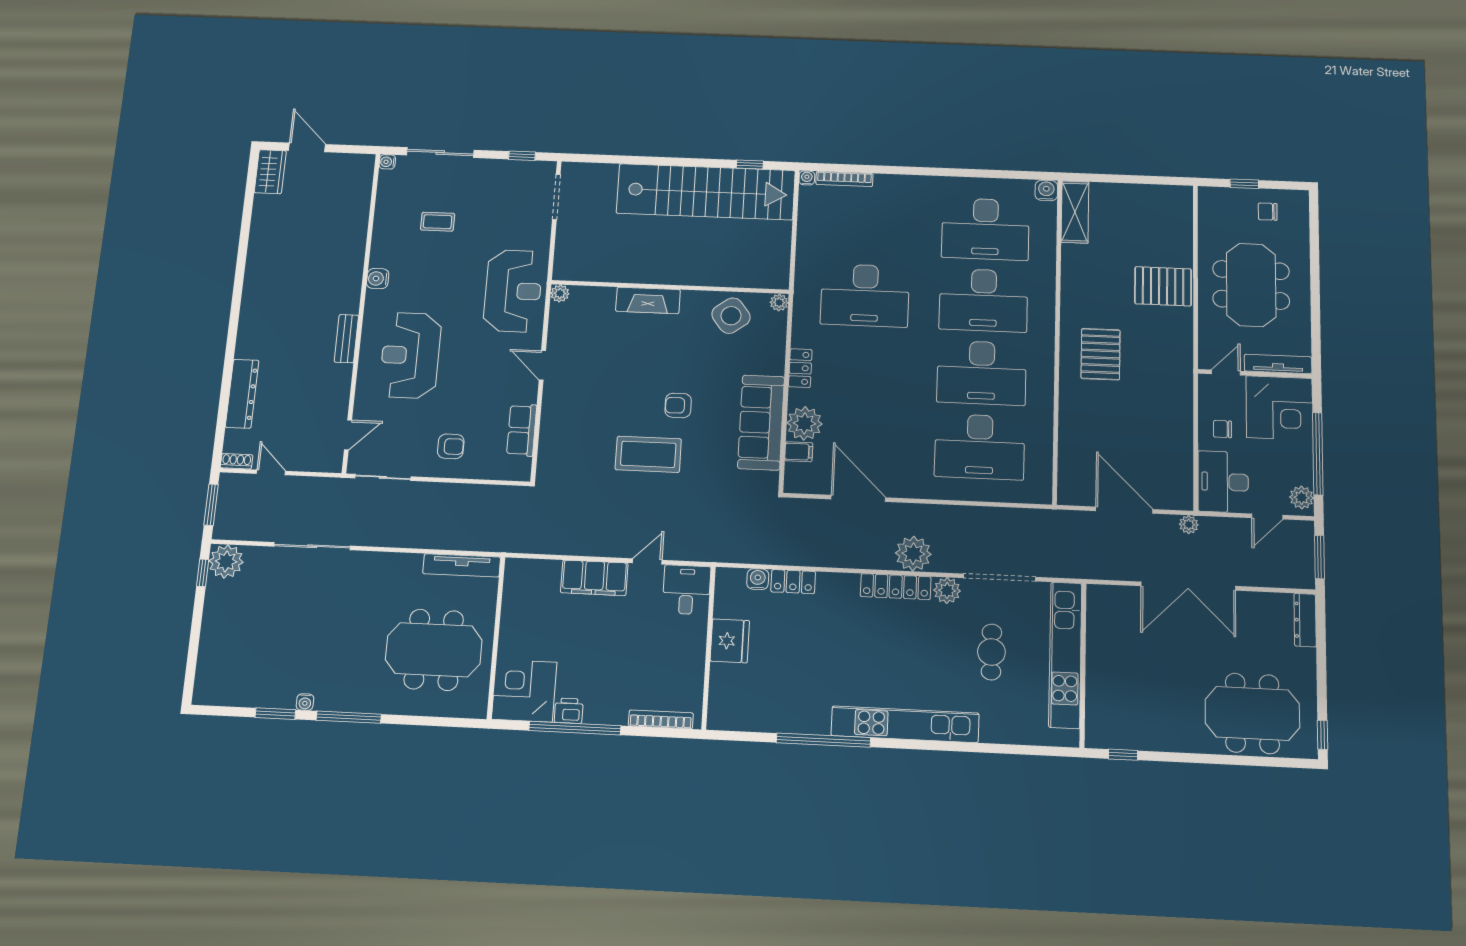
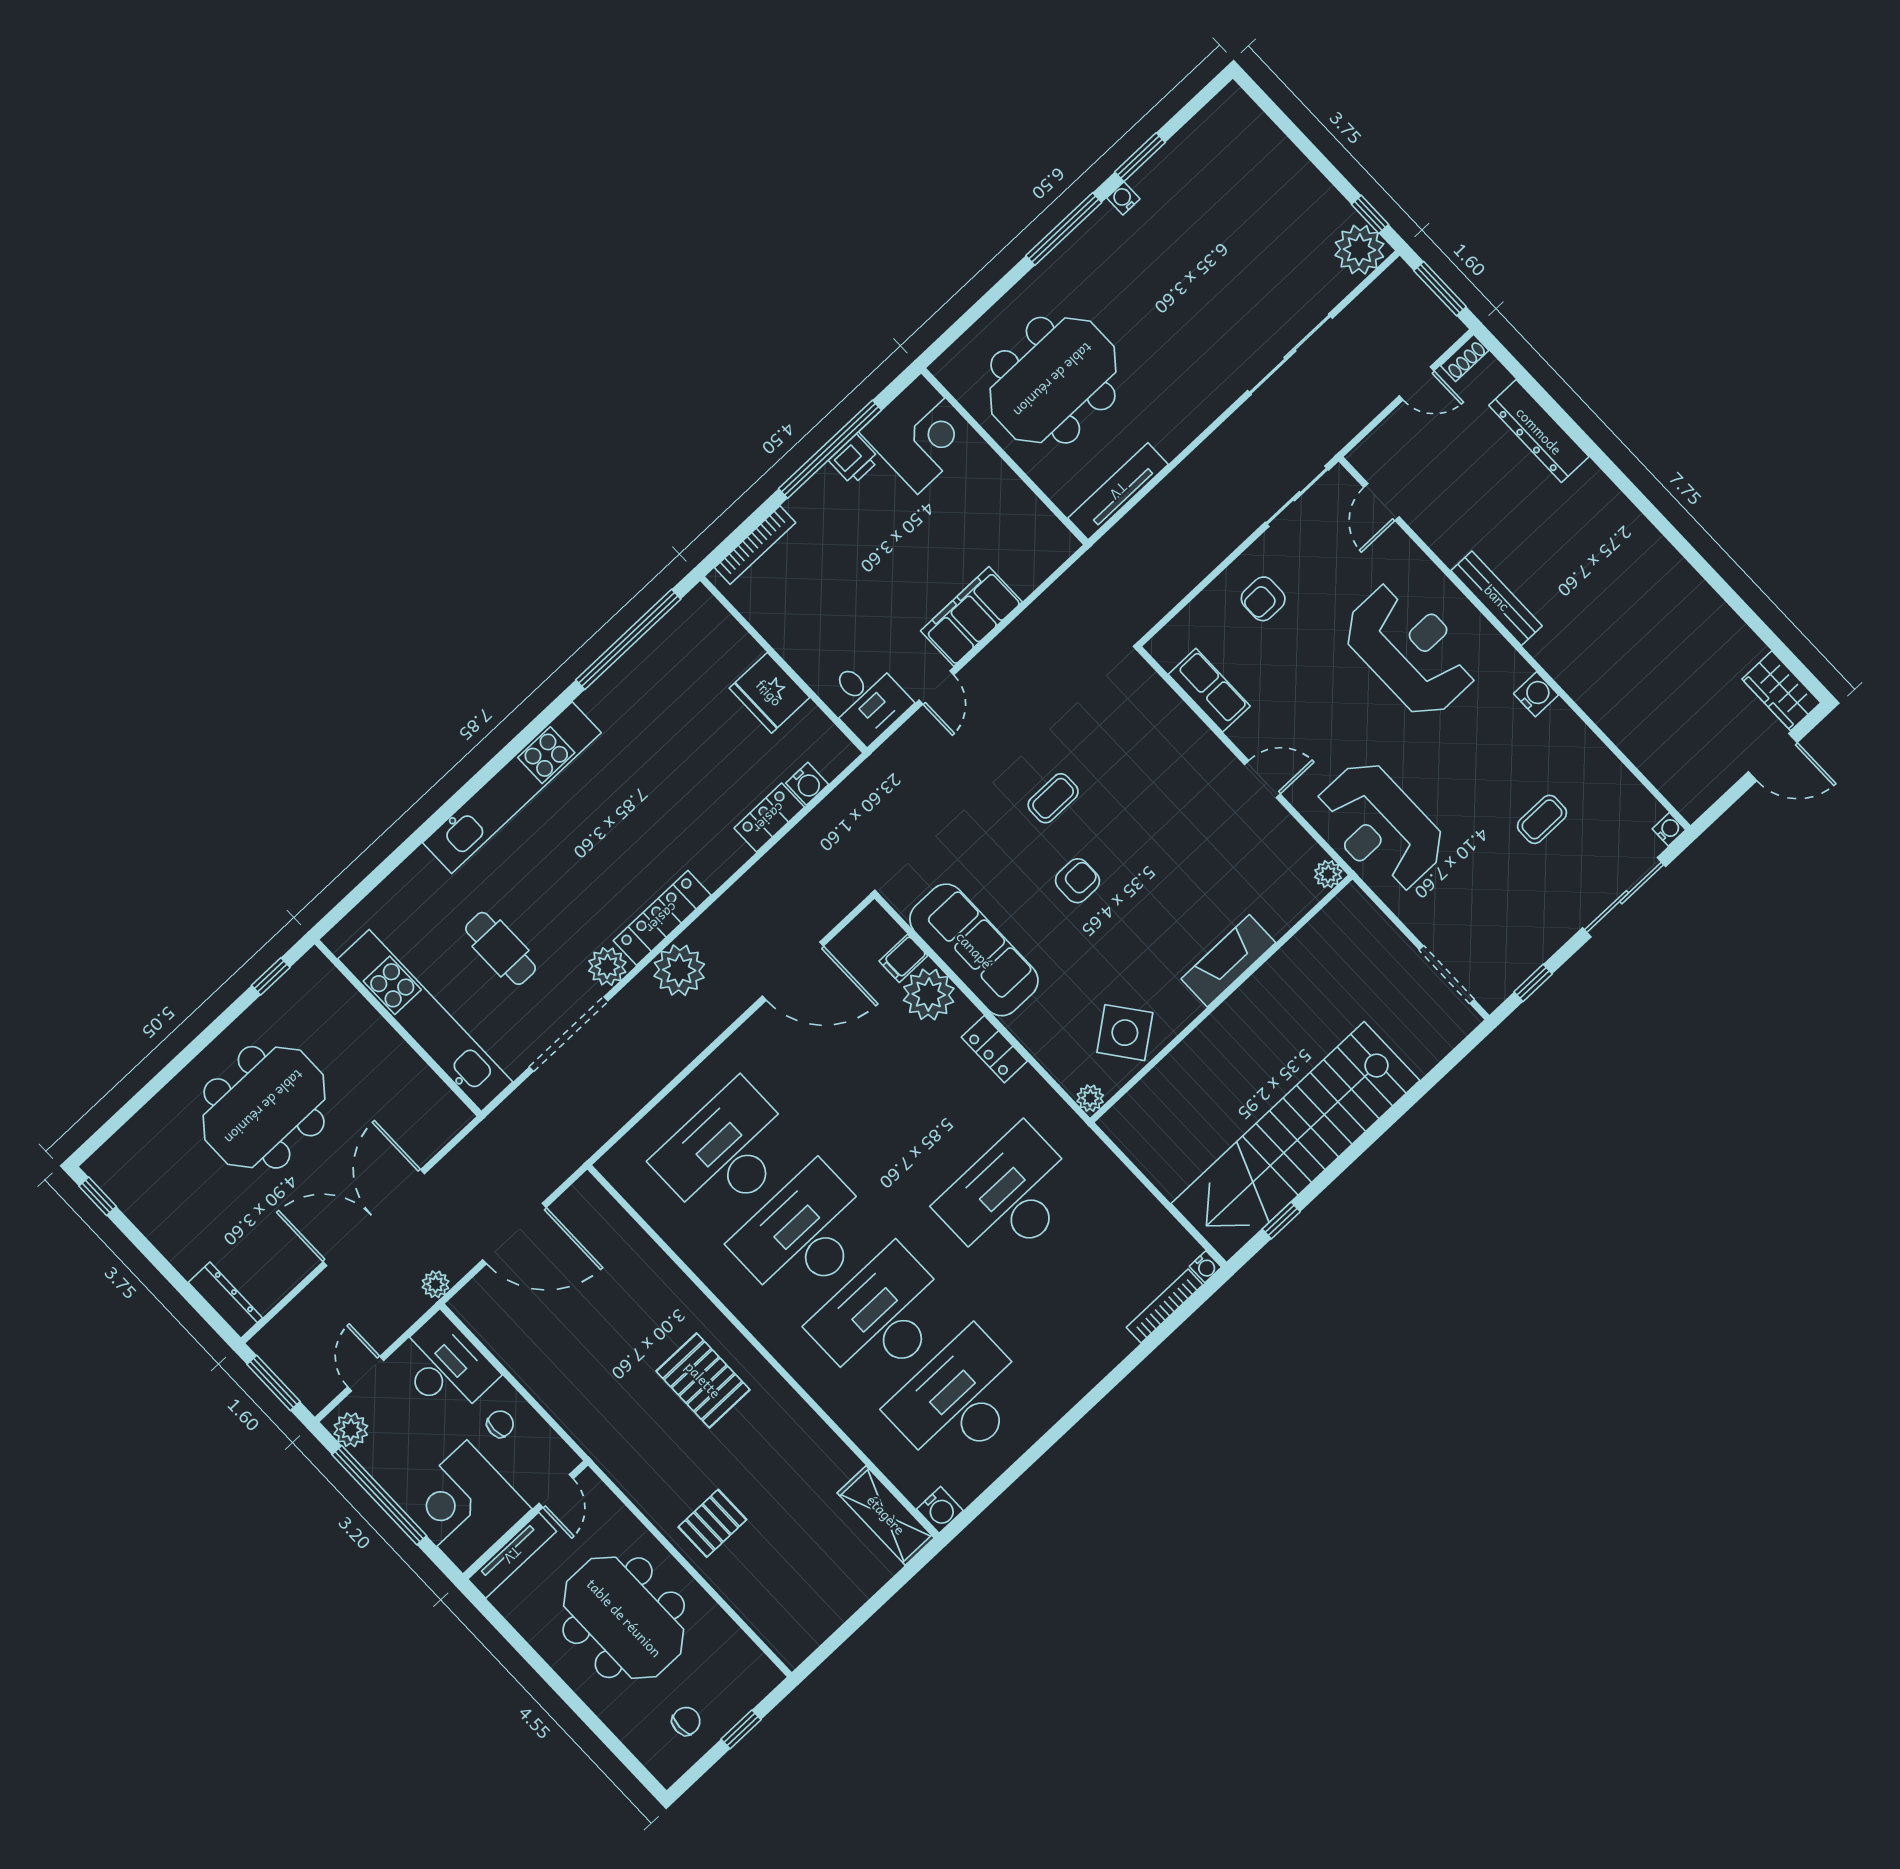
pallet: (1163, 286) -> (712, 1523), width x0.67, depth x0.71
bench: (346, 339) -> (1497, 598), width x1.36
coffee table: (648, 454) -> (1053, 798), width x0.54, depth x0.58
meeting table: (1252, 713) -> (264, 1107), moved
window: (823, 740) -> (628, 639), moved

